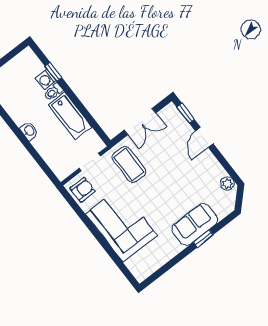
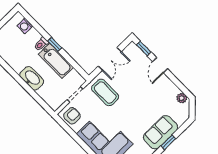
window: (53, 72) -> (55, 44), moved
washing machine: (46, 80) -> (25, 26), moved
washbasin: (29, 131) -> (32, 78), width x1.91, depth x1.45

